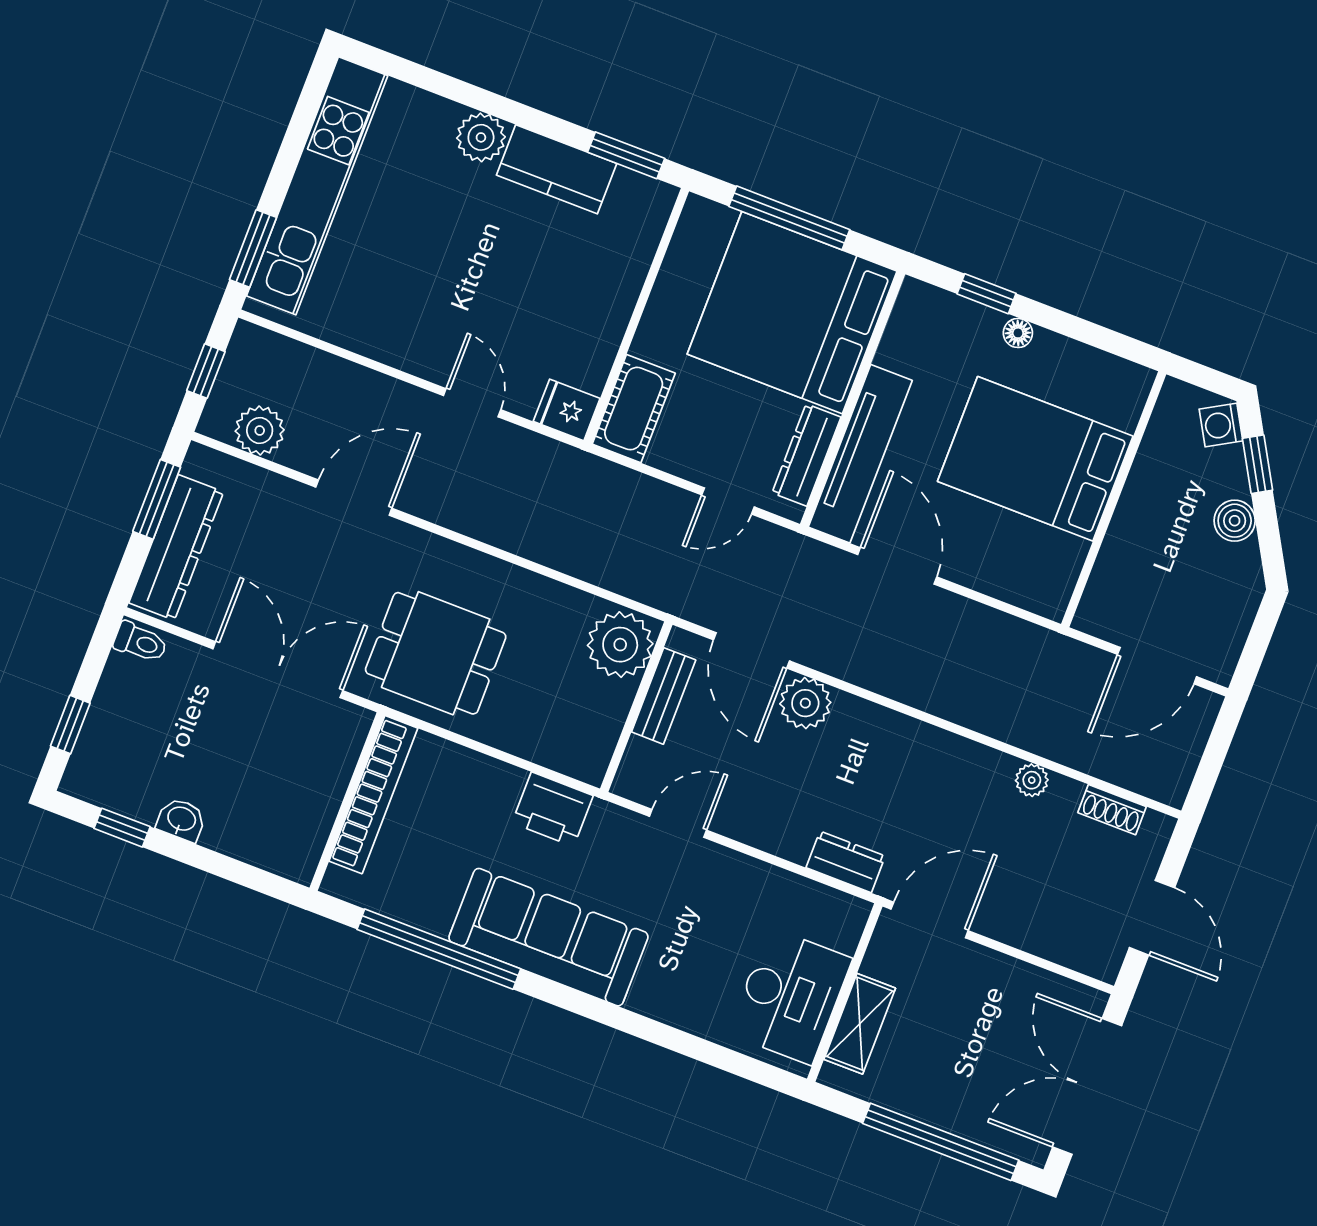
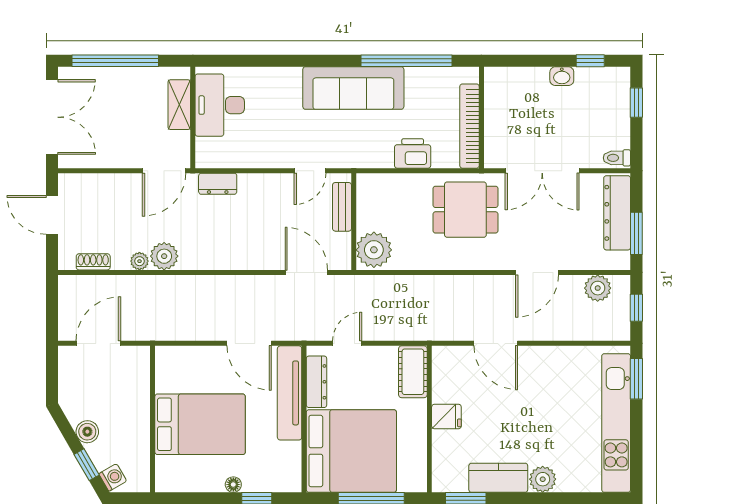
door: (472, 403) -> (496, 343), width x1.38
fridge: (567, 410) -> (446, 416), moved
bench: (664, 696) -> (342, 207), moved
plant: (805, 703) -> (164, 256), moved
printer: (553, 809) -> (413, 153), moved

